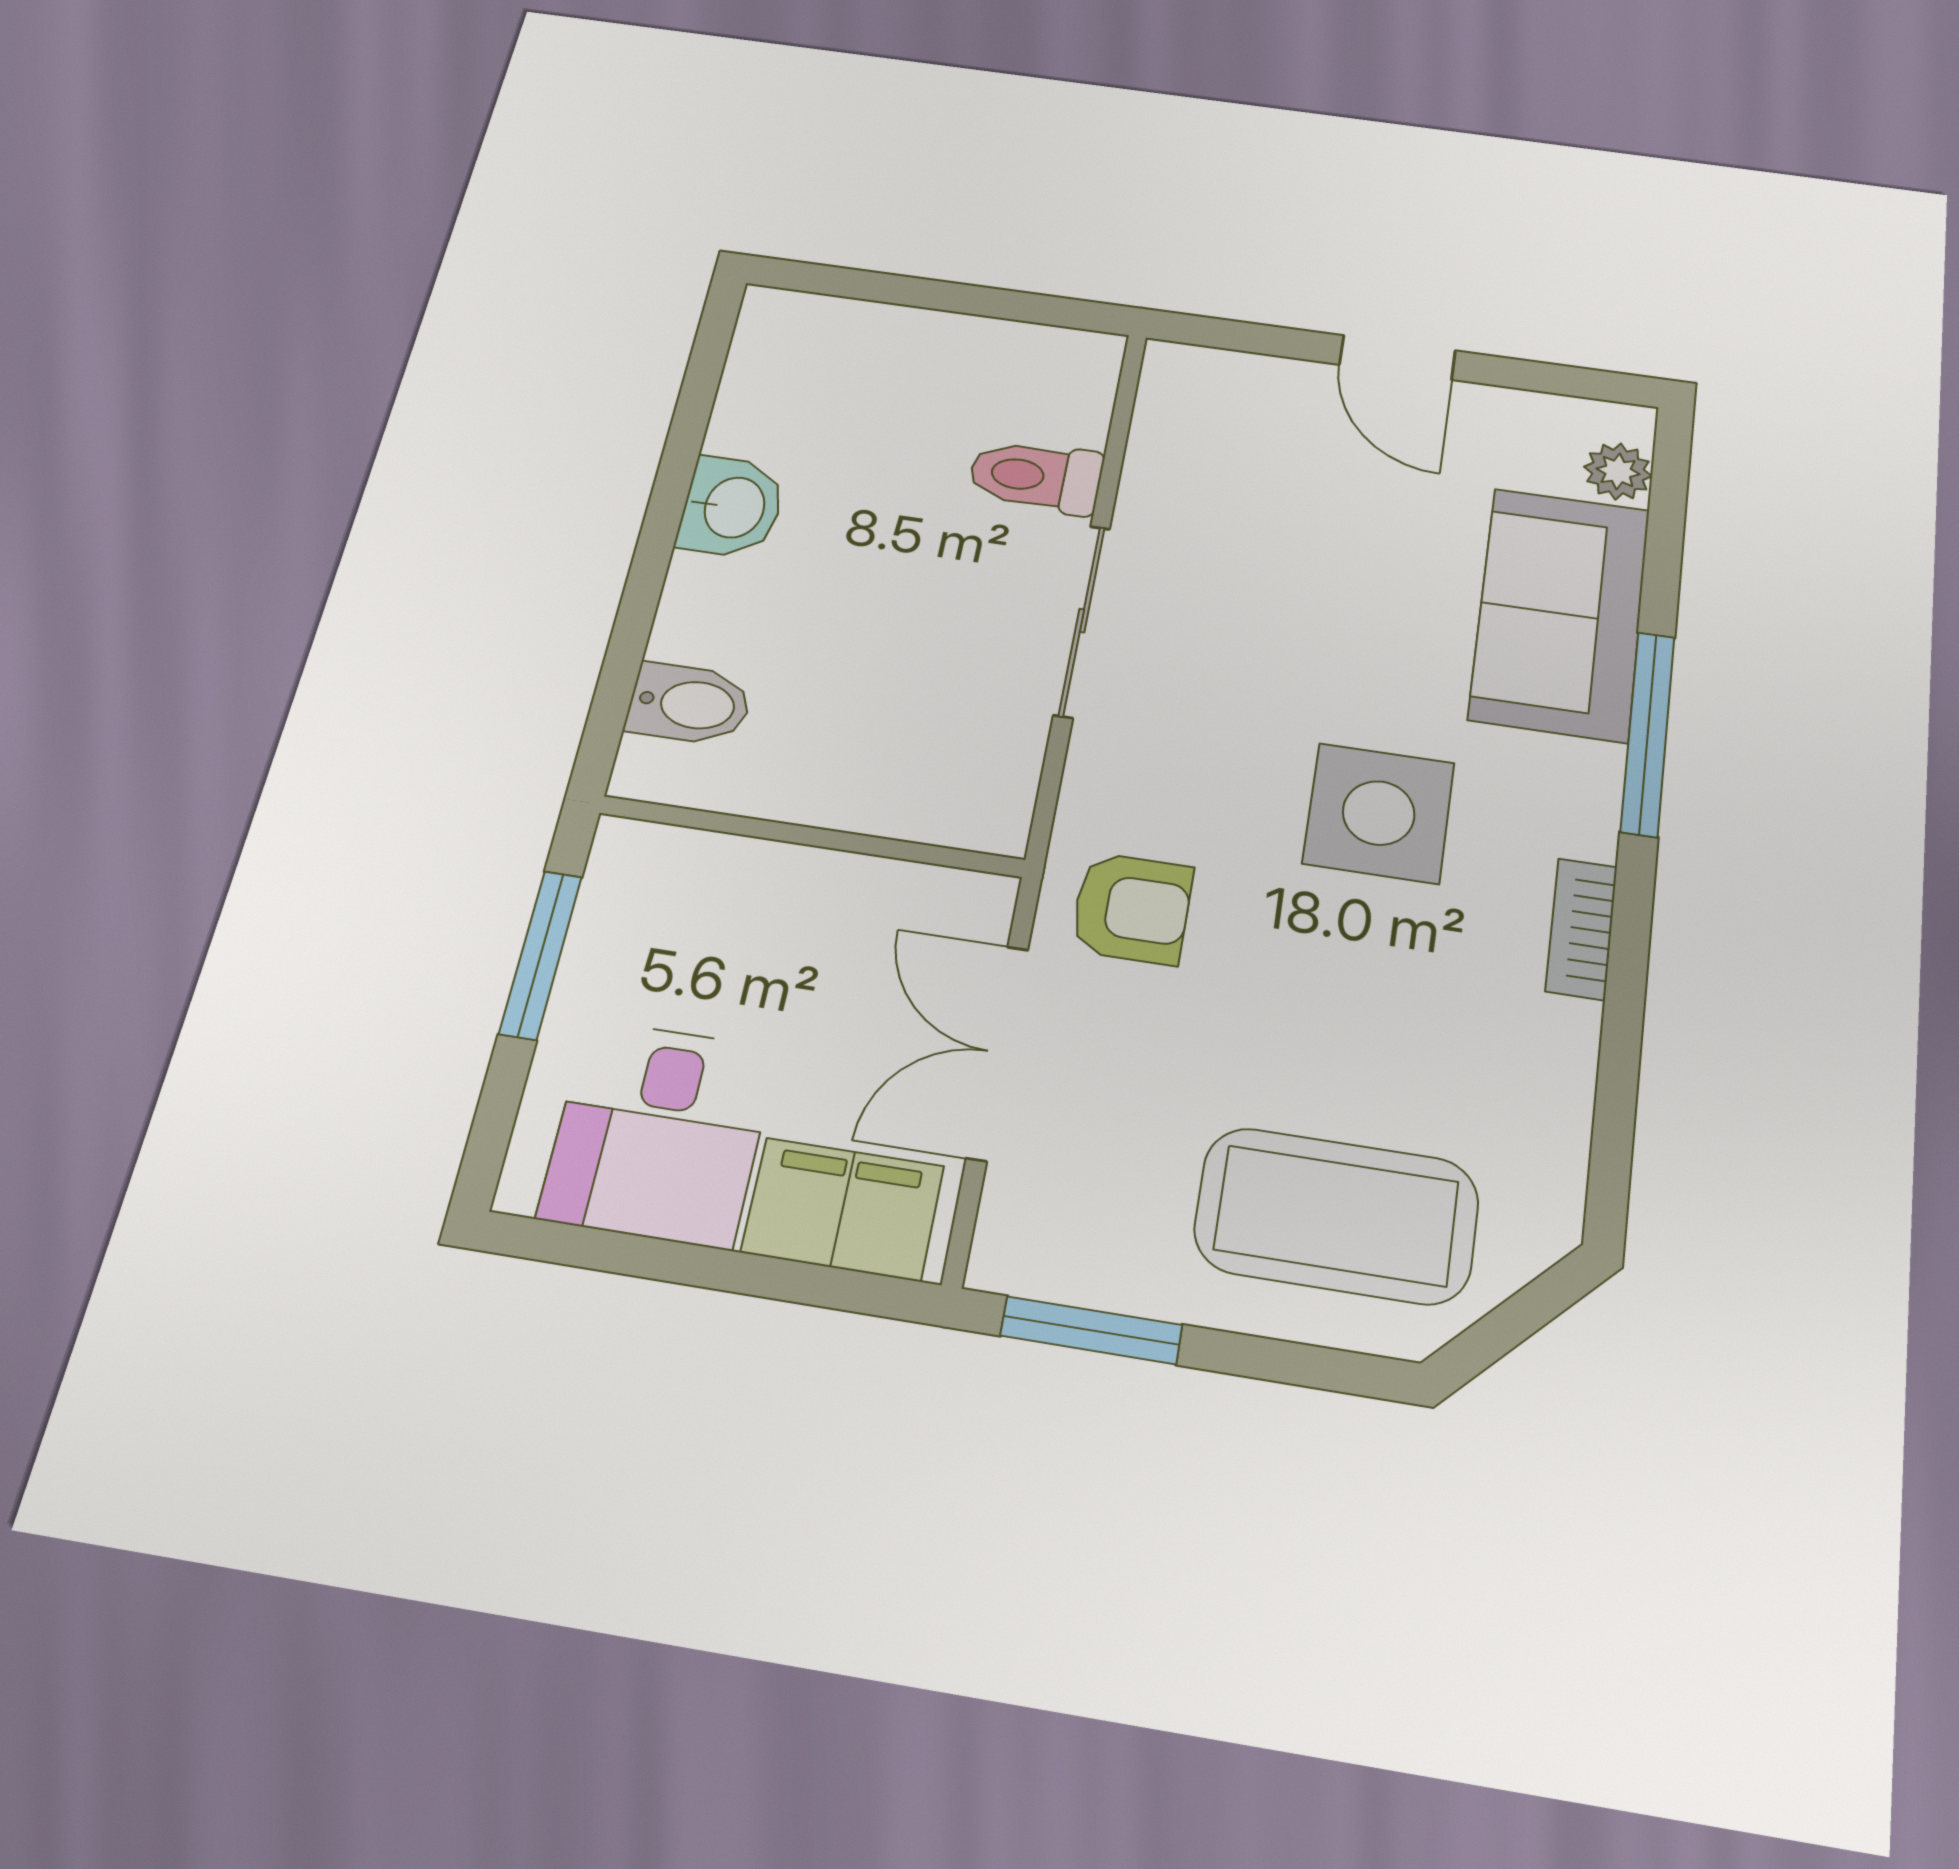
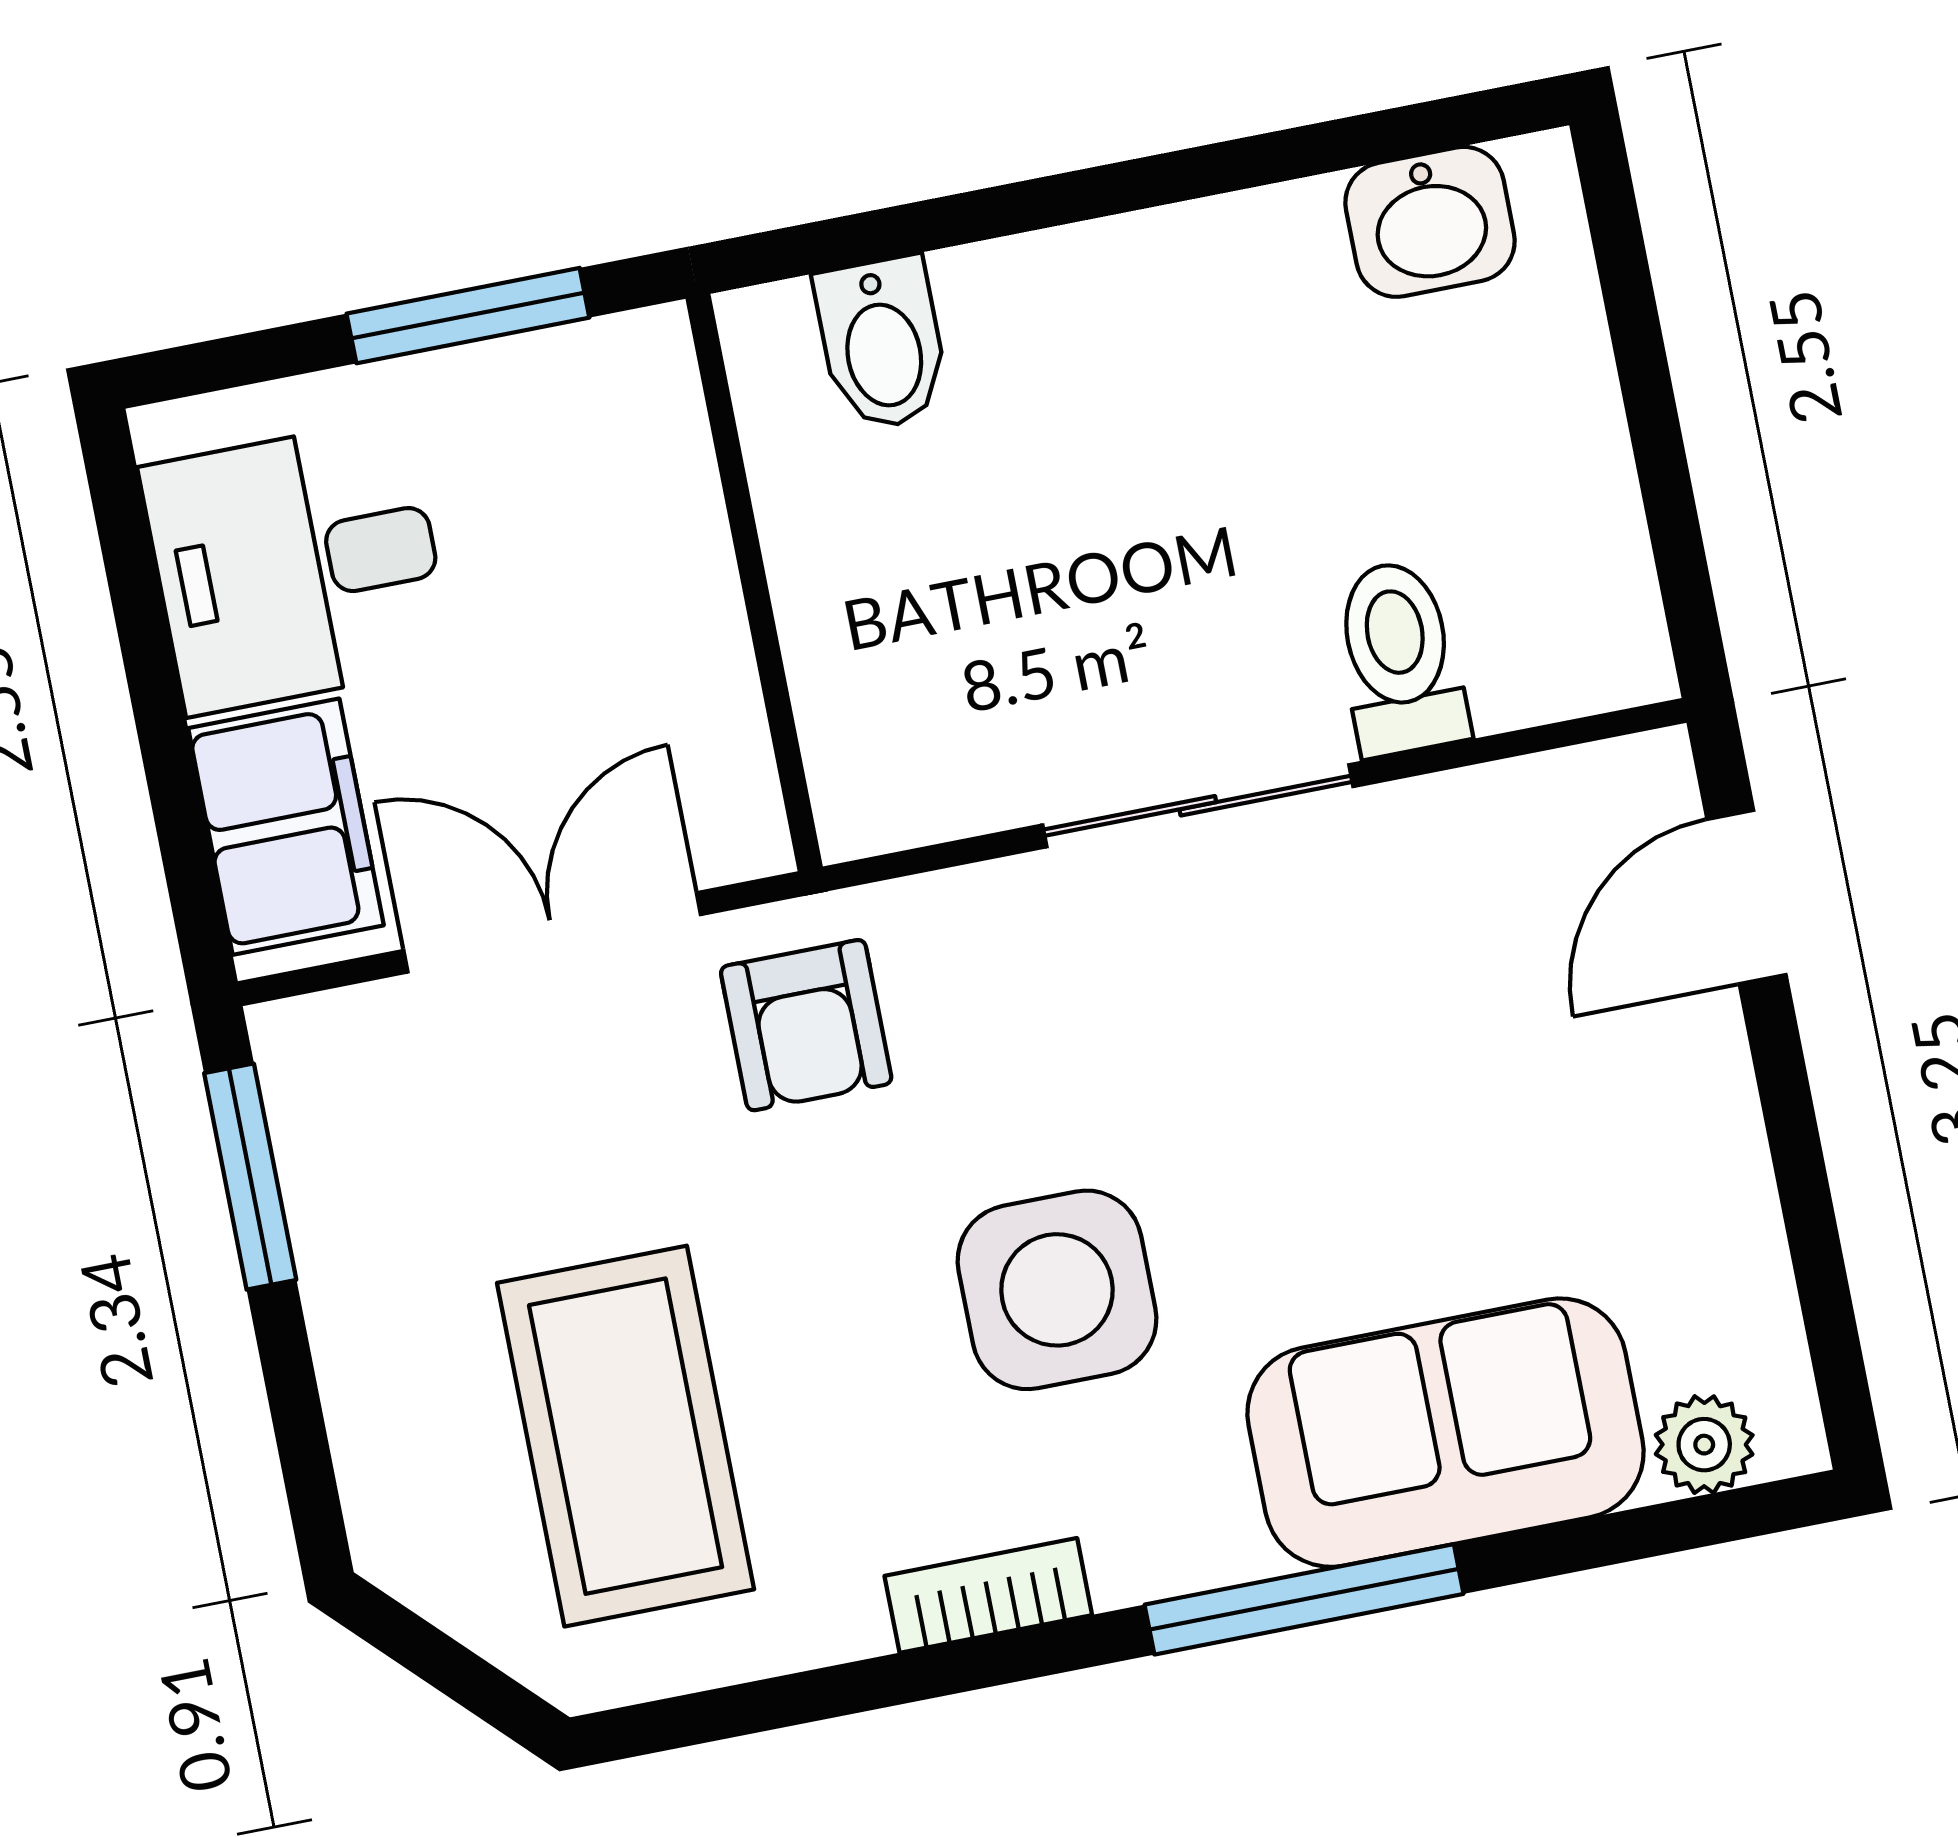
door: (1397, 358) -> (1746, 897), moved
washbasin: (732, 507) -> (1430, 222), moved
coffee table: (1336, 1216) -> (626, 1436), moved

